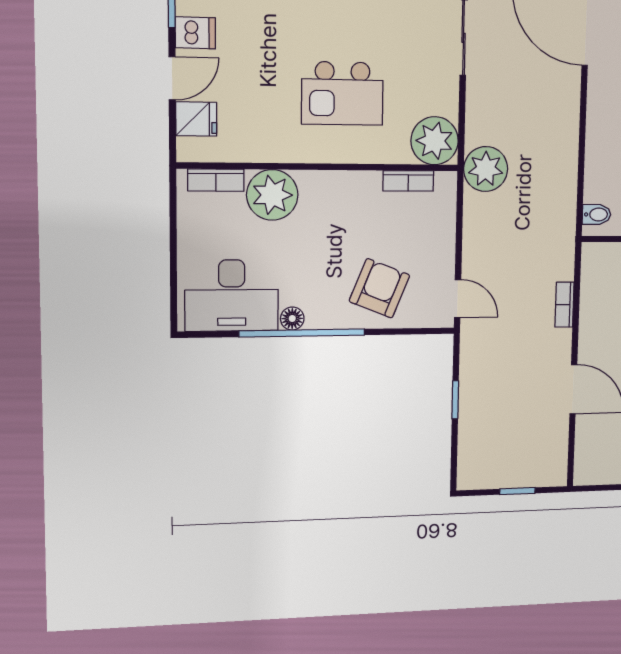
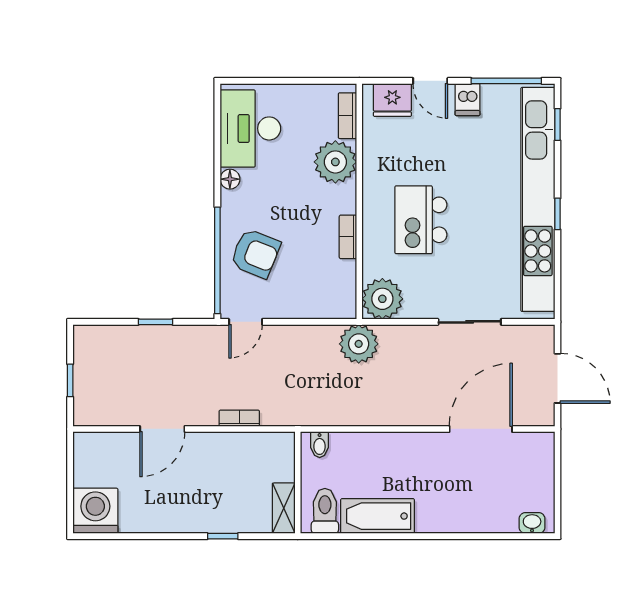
fridge: (196, 119) -> (392, 100), width x1.38
bookcase: (408, 181) -> (348, 237), moved
window: (302, 333) -> (217, 260), moved

